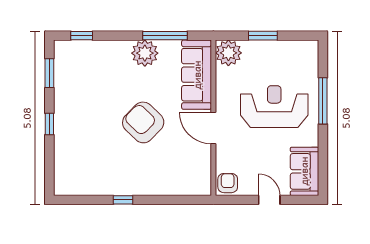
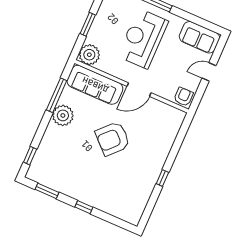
armchair: (228, 183) -> (183, 97), turned 90

